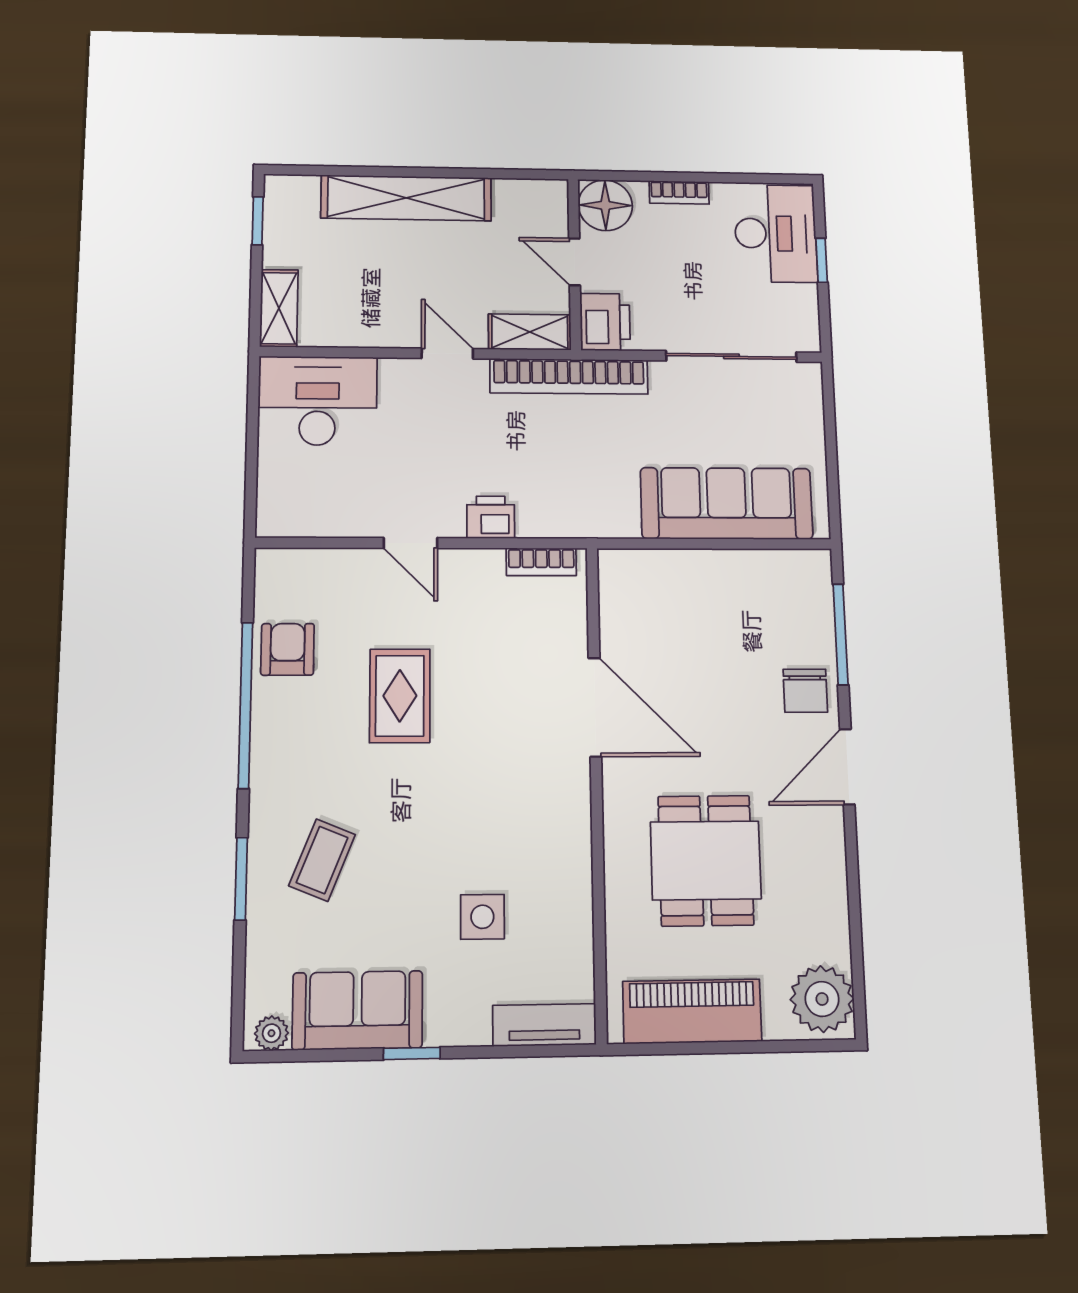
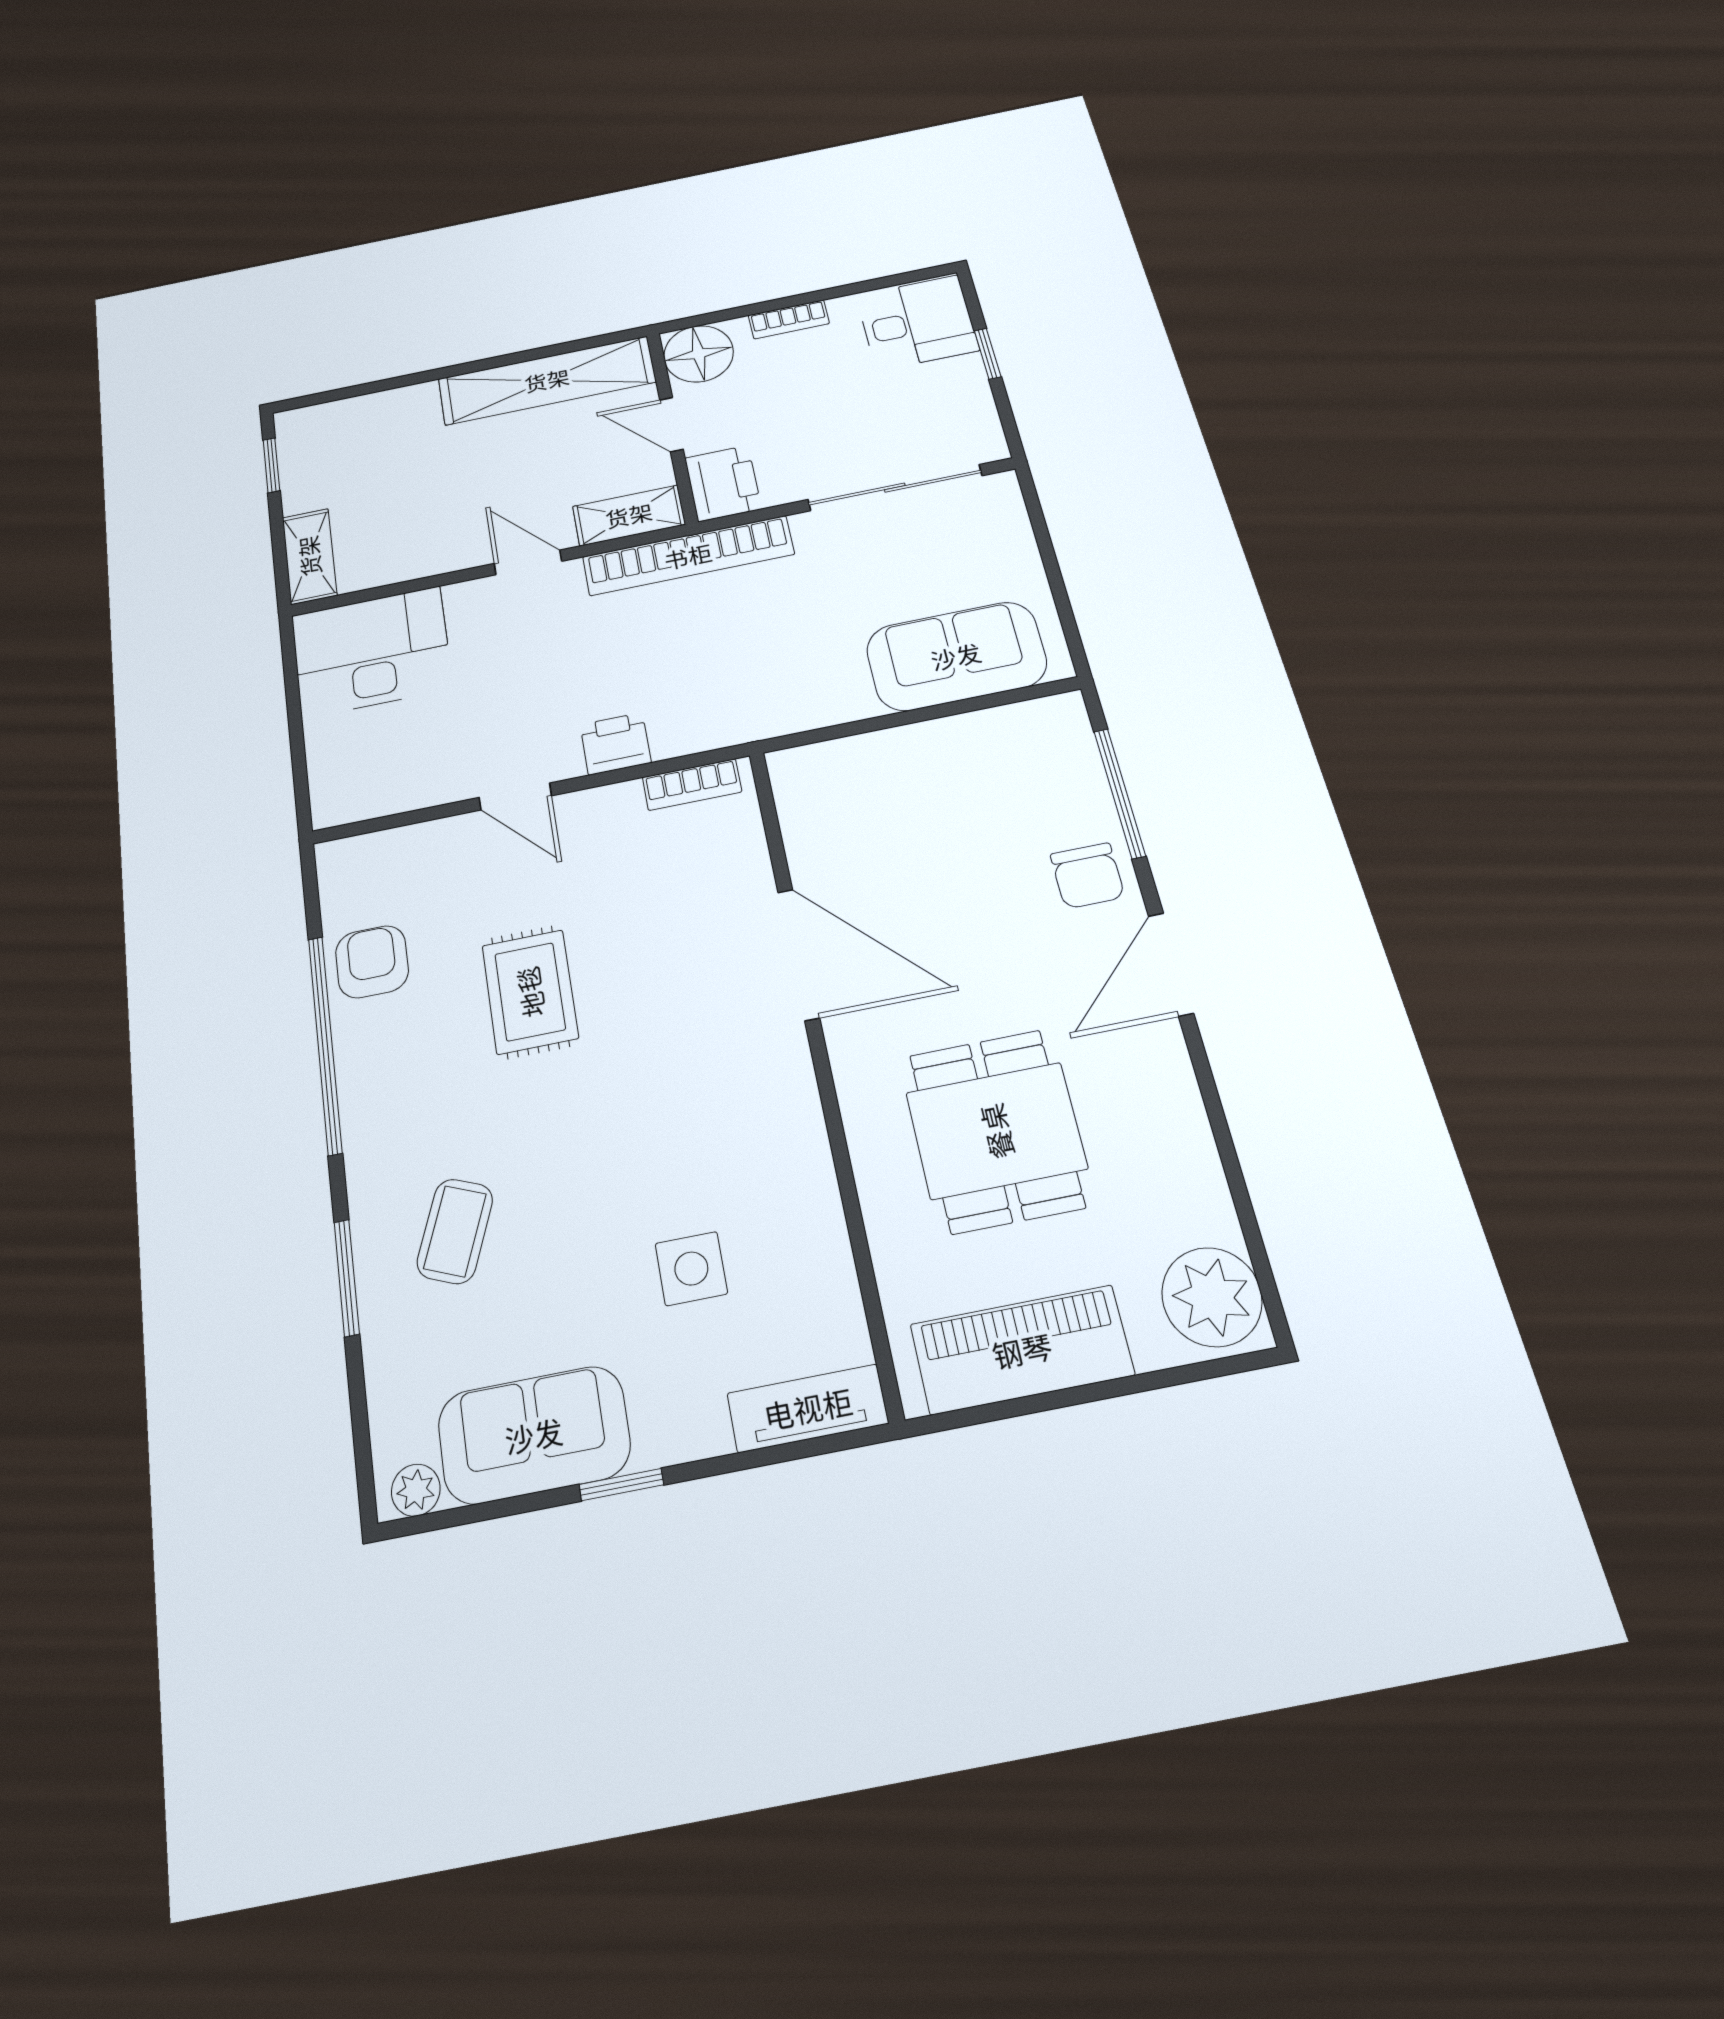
shelving: (406, 198) -> (547, 380), moved
desk: (776, 233) -> (917, 323), width x0.73
sofa: (727, 503) -> (956, 656), width x0.73

